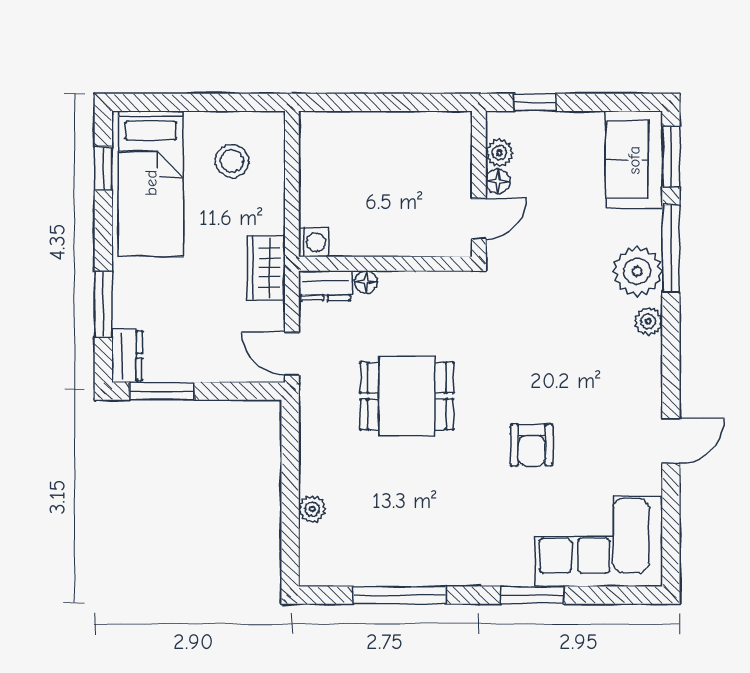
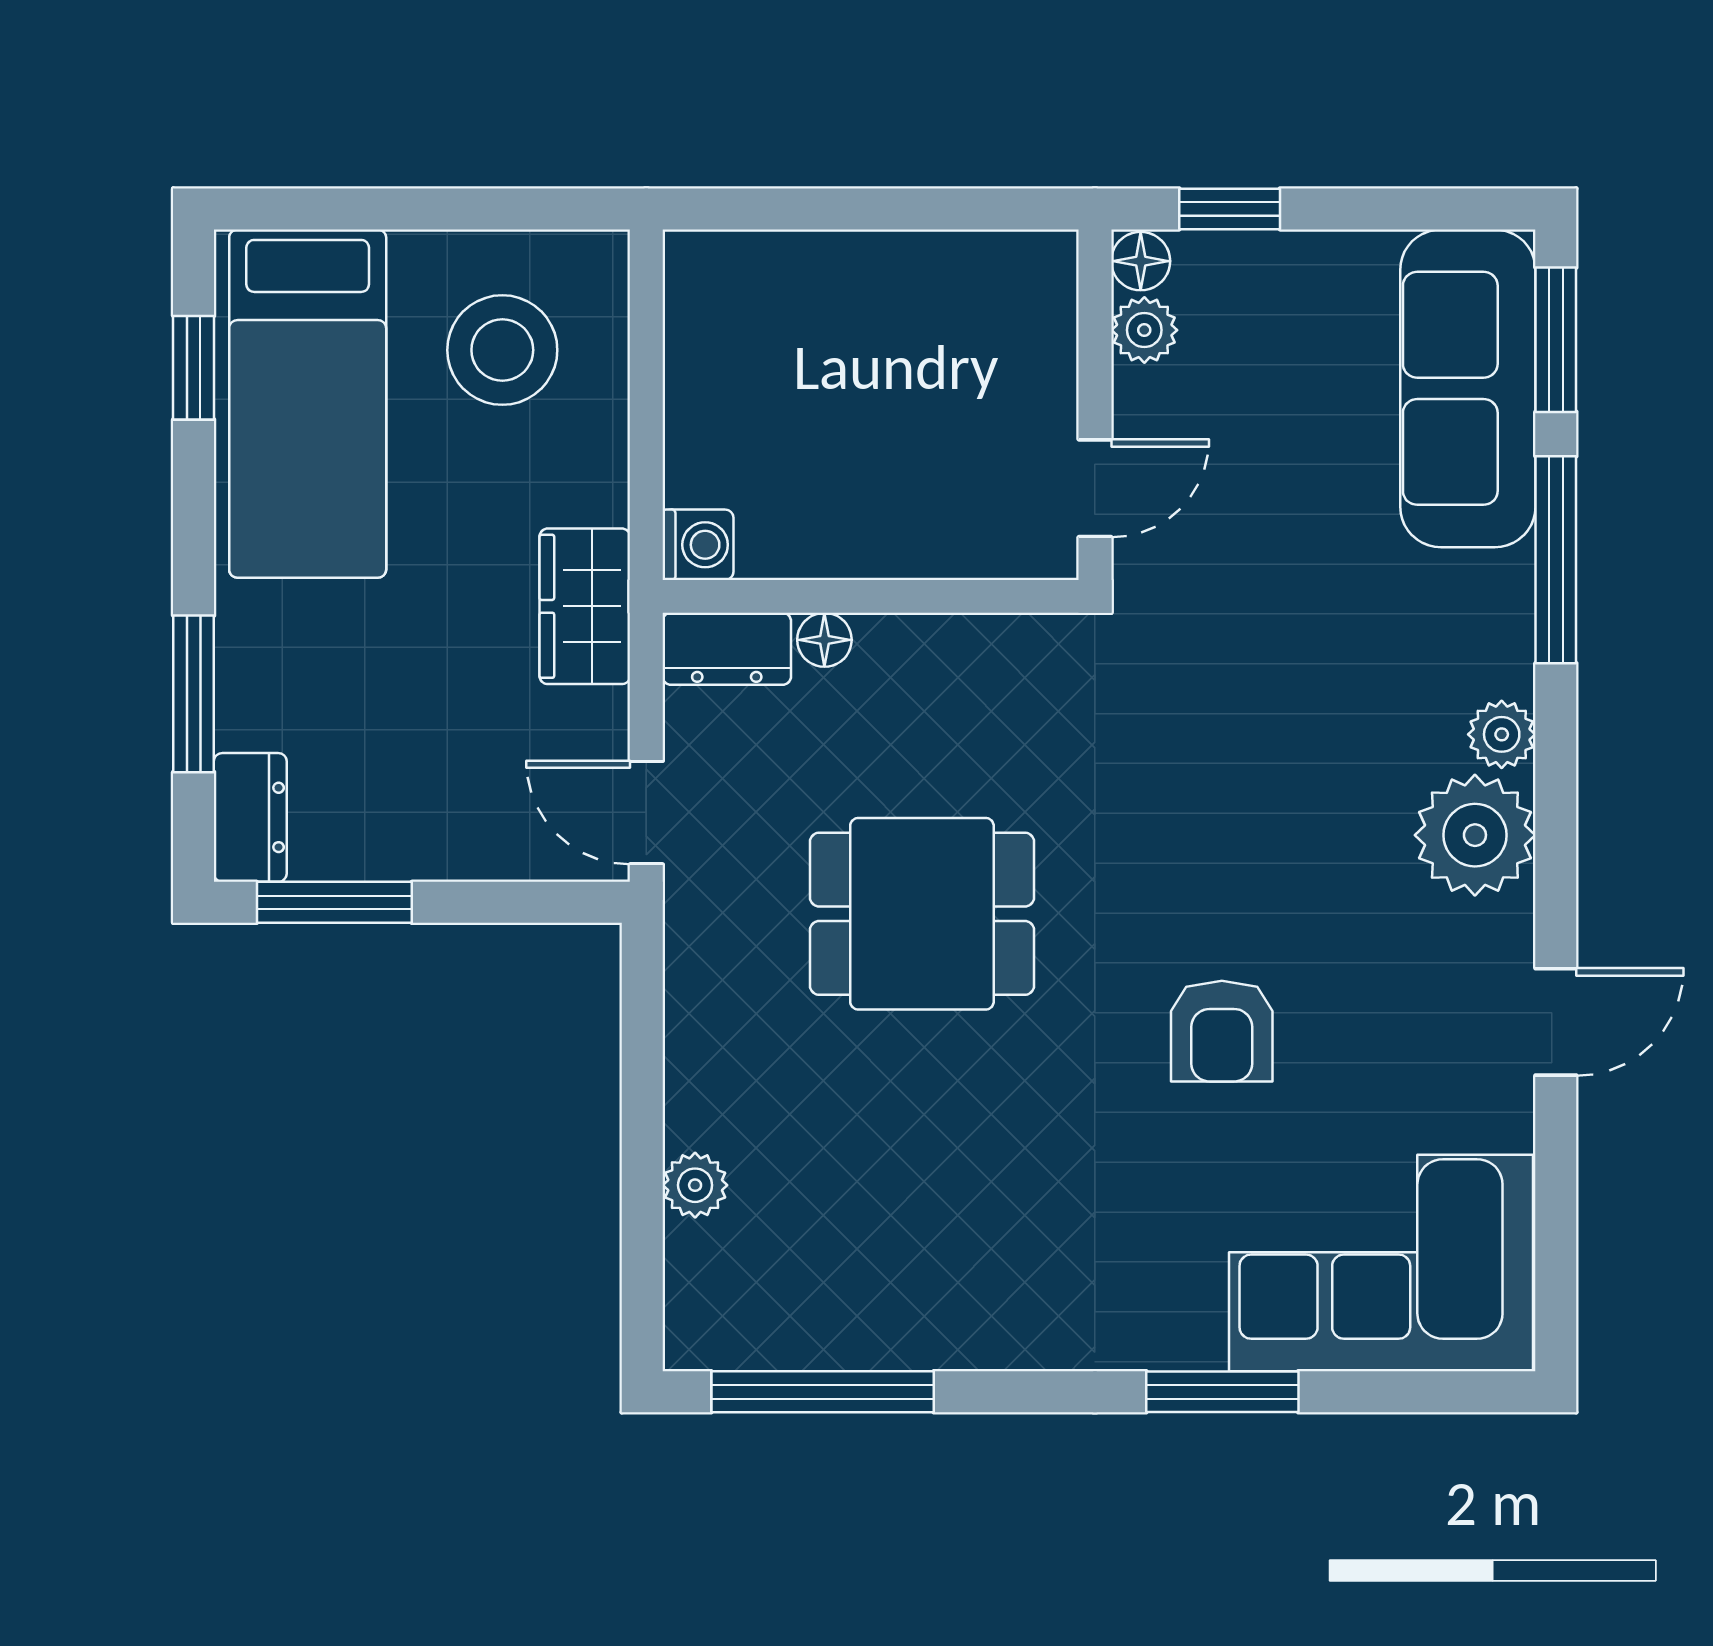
sofa: (634, 160) -> (1468, 388), width x1.36
stool: (232, 161) -> (502, 350), width x1.38, depth x1.38
floor lamp: (498, 181) -> (1141, 261), moved
plant: (637, 271) -> (1475, 835), moved
window: (399, 595) -> (823, 1392), moved

